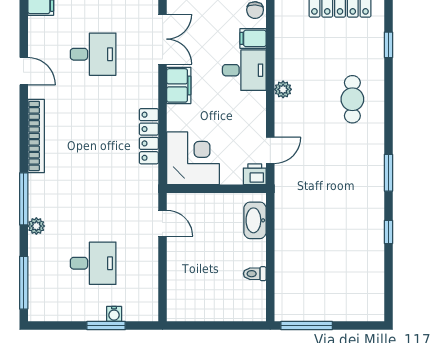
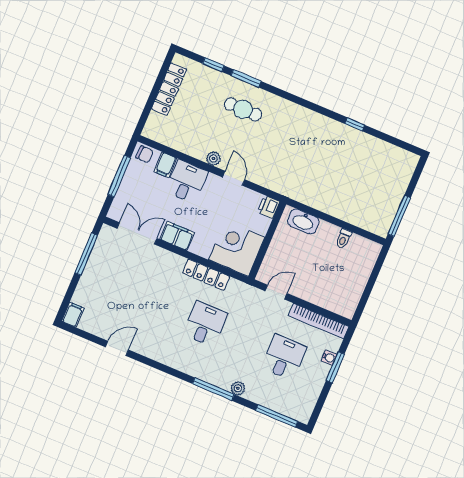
desk: (93, 54) -> (205, 324), moved
bookcase: (36, 136) -> (319, 321), moved, turned 180
door: (270, 150) -> (234, 178), moved
window: (388, 173) -> (246, 78), moved

